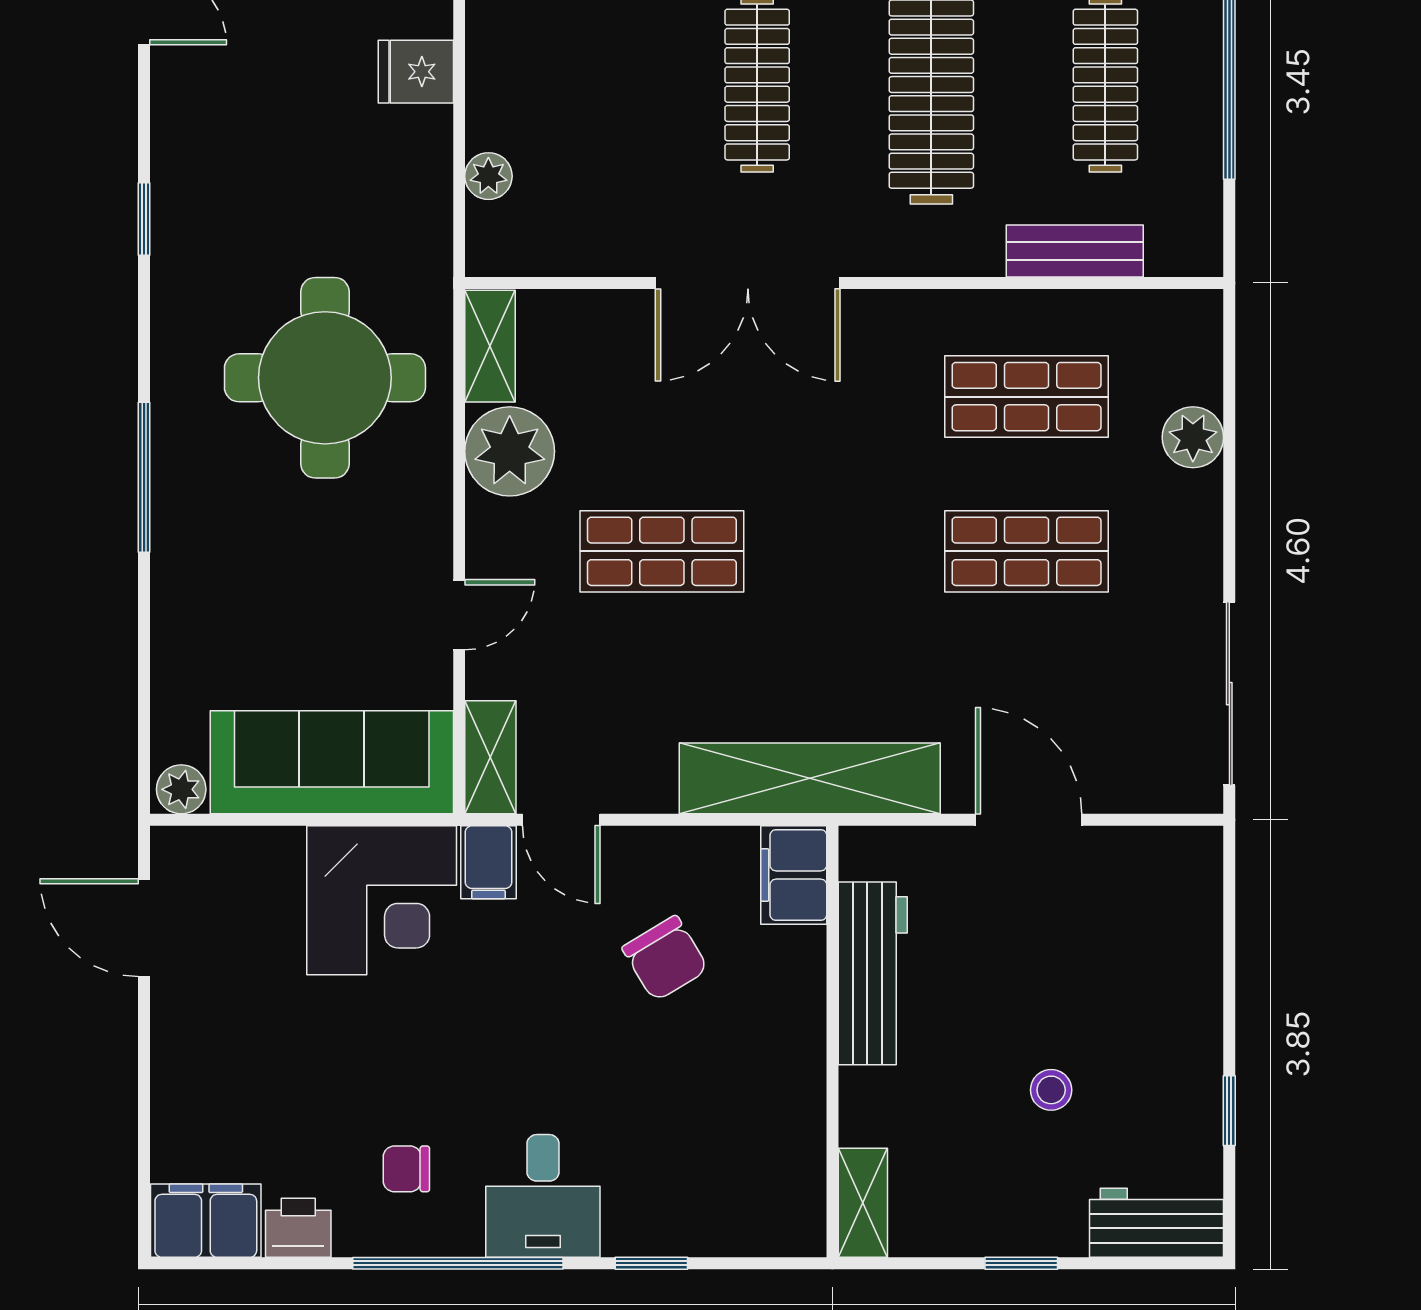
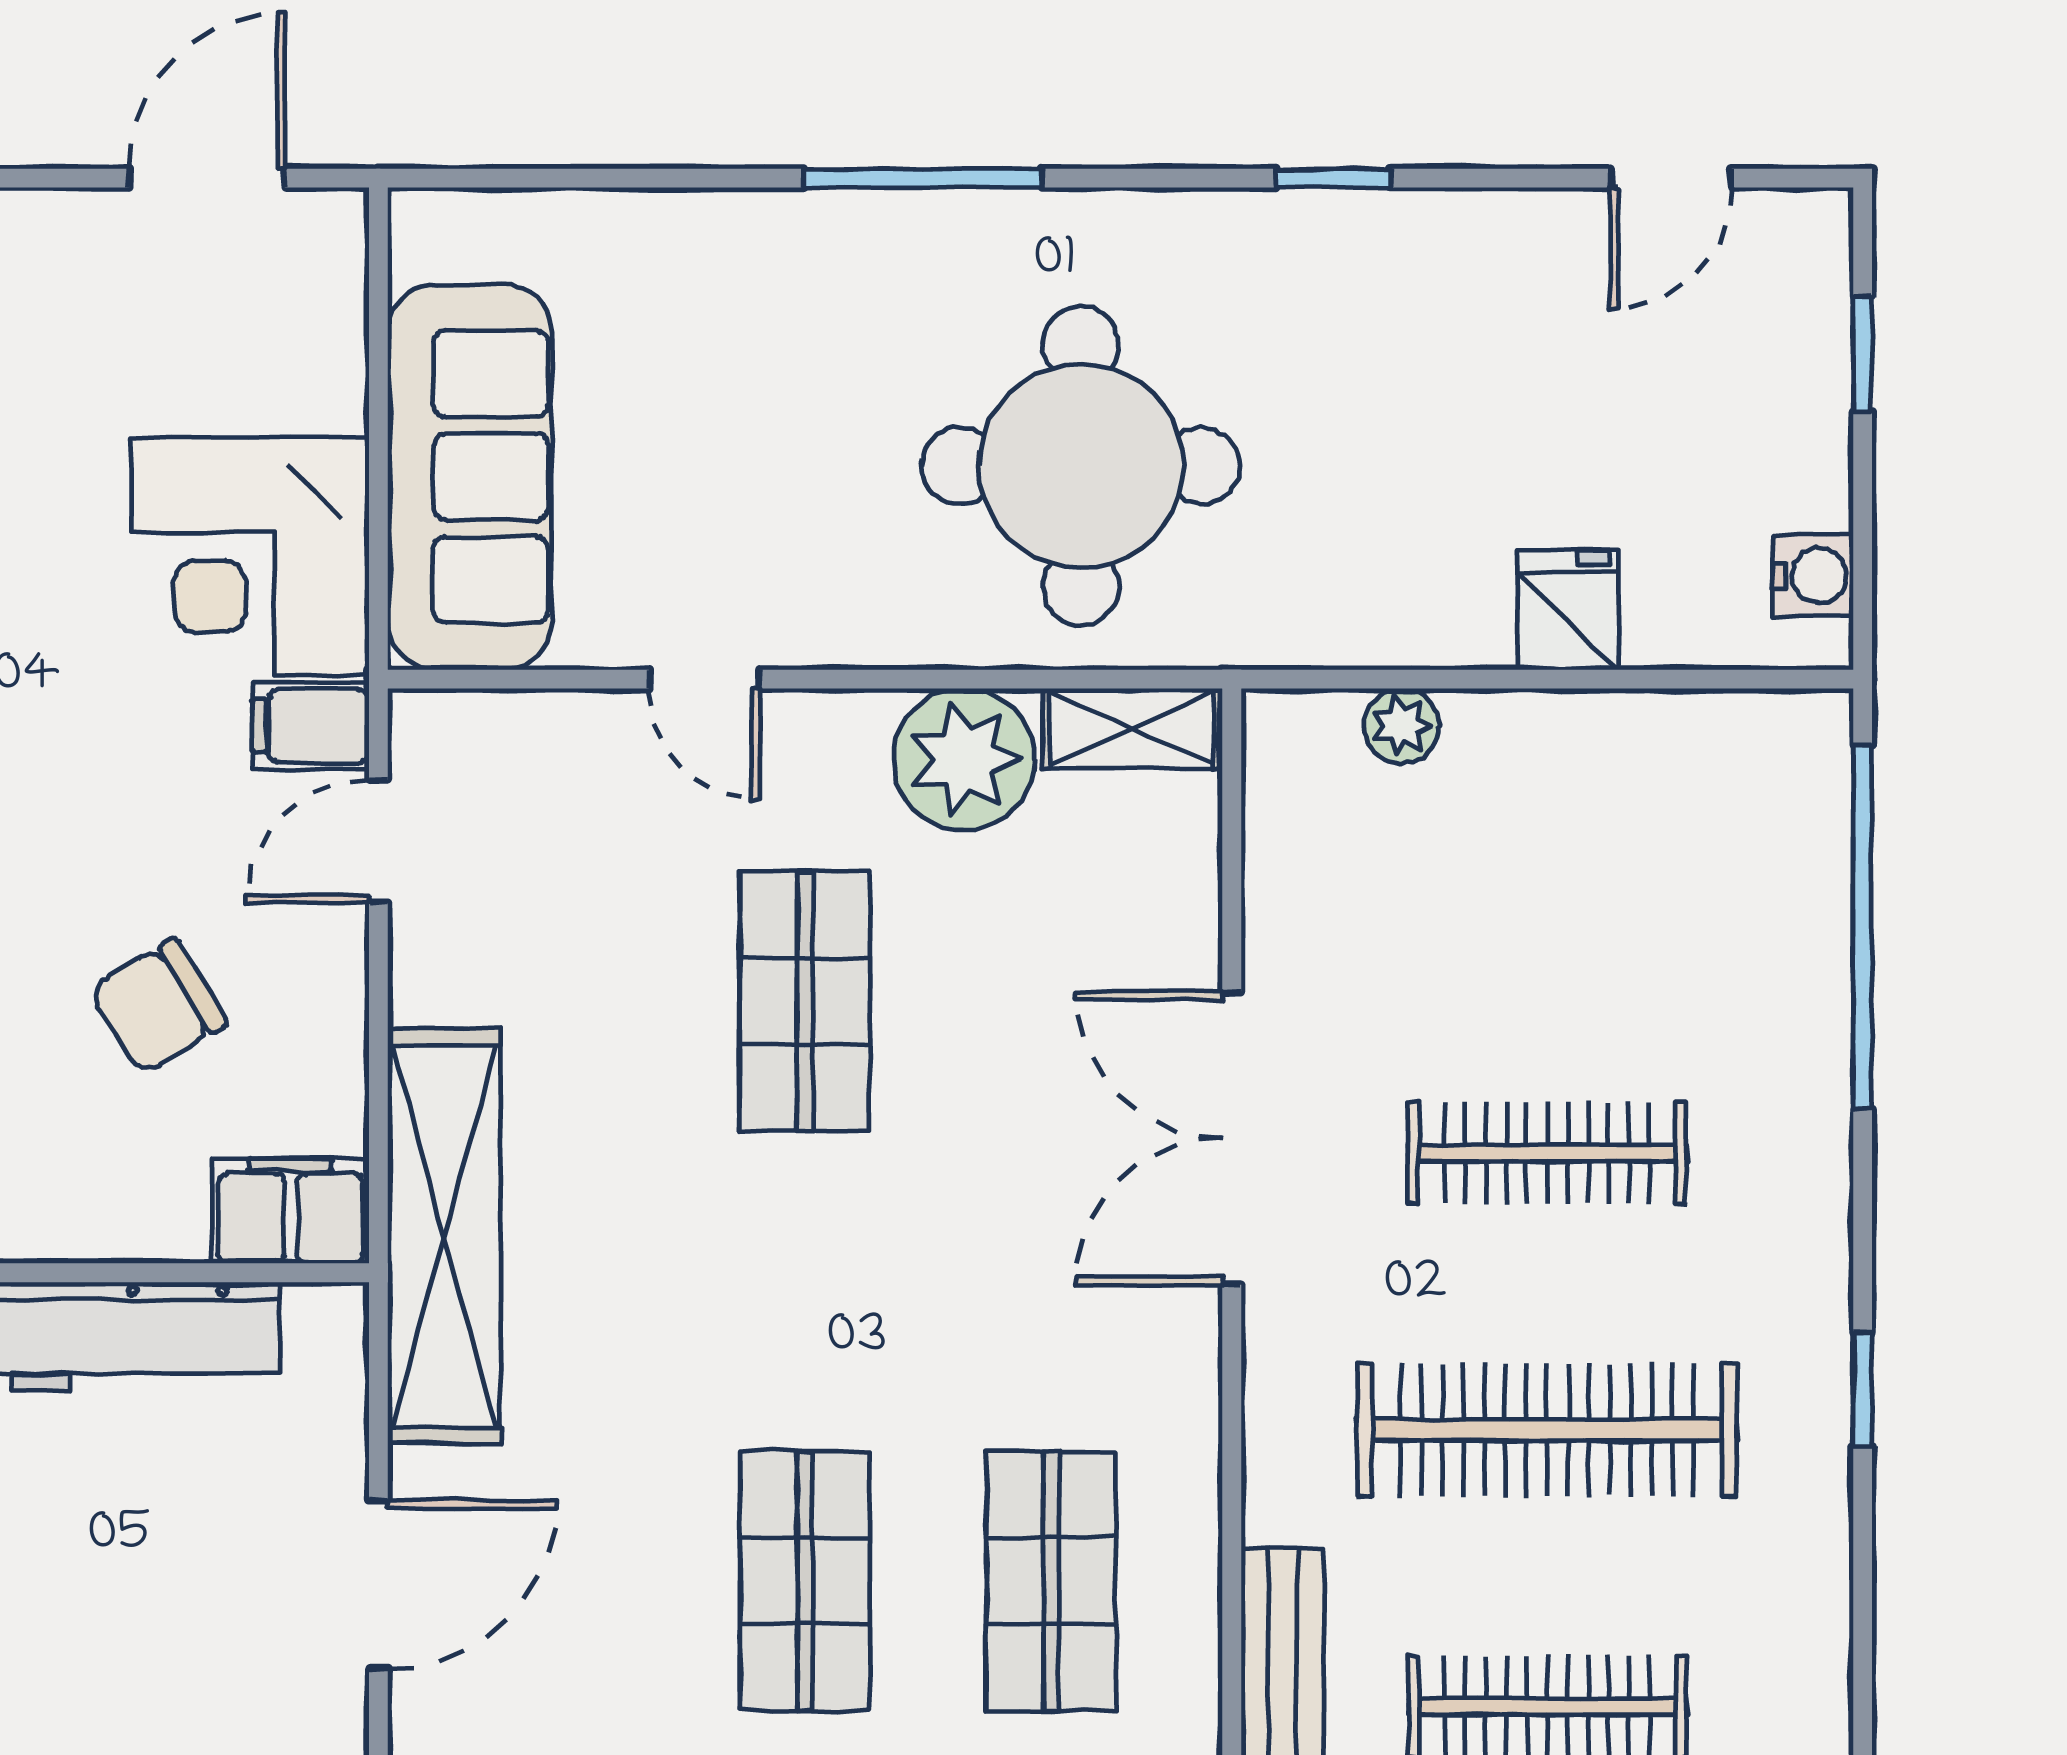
shelving: (490, 757) -> (478, 729), removed
plant: (181, 789) -> (427, 237), removed

